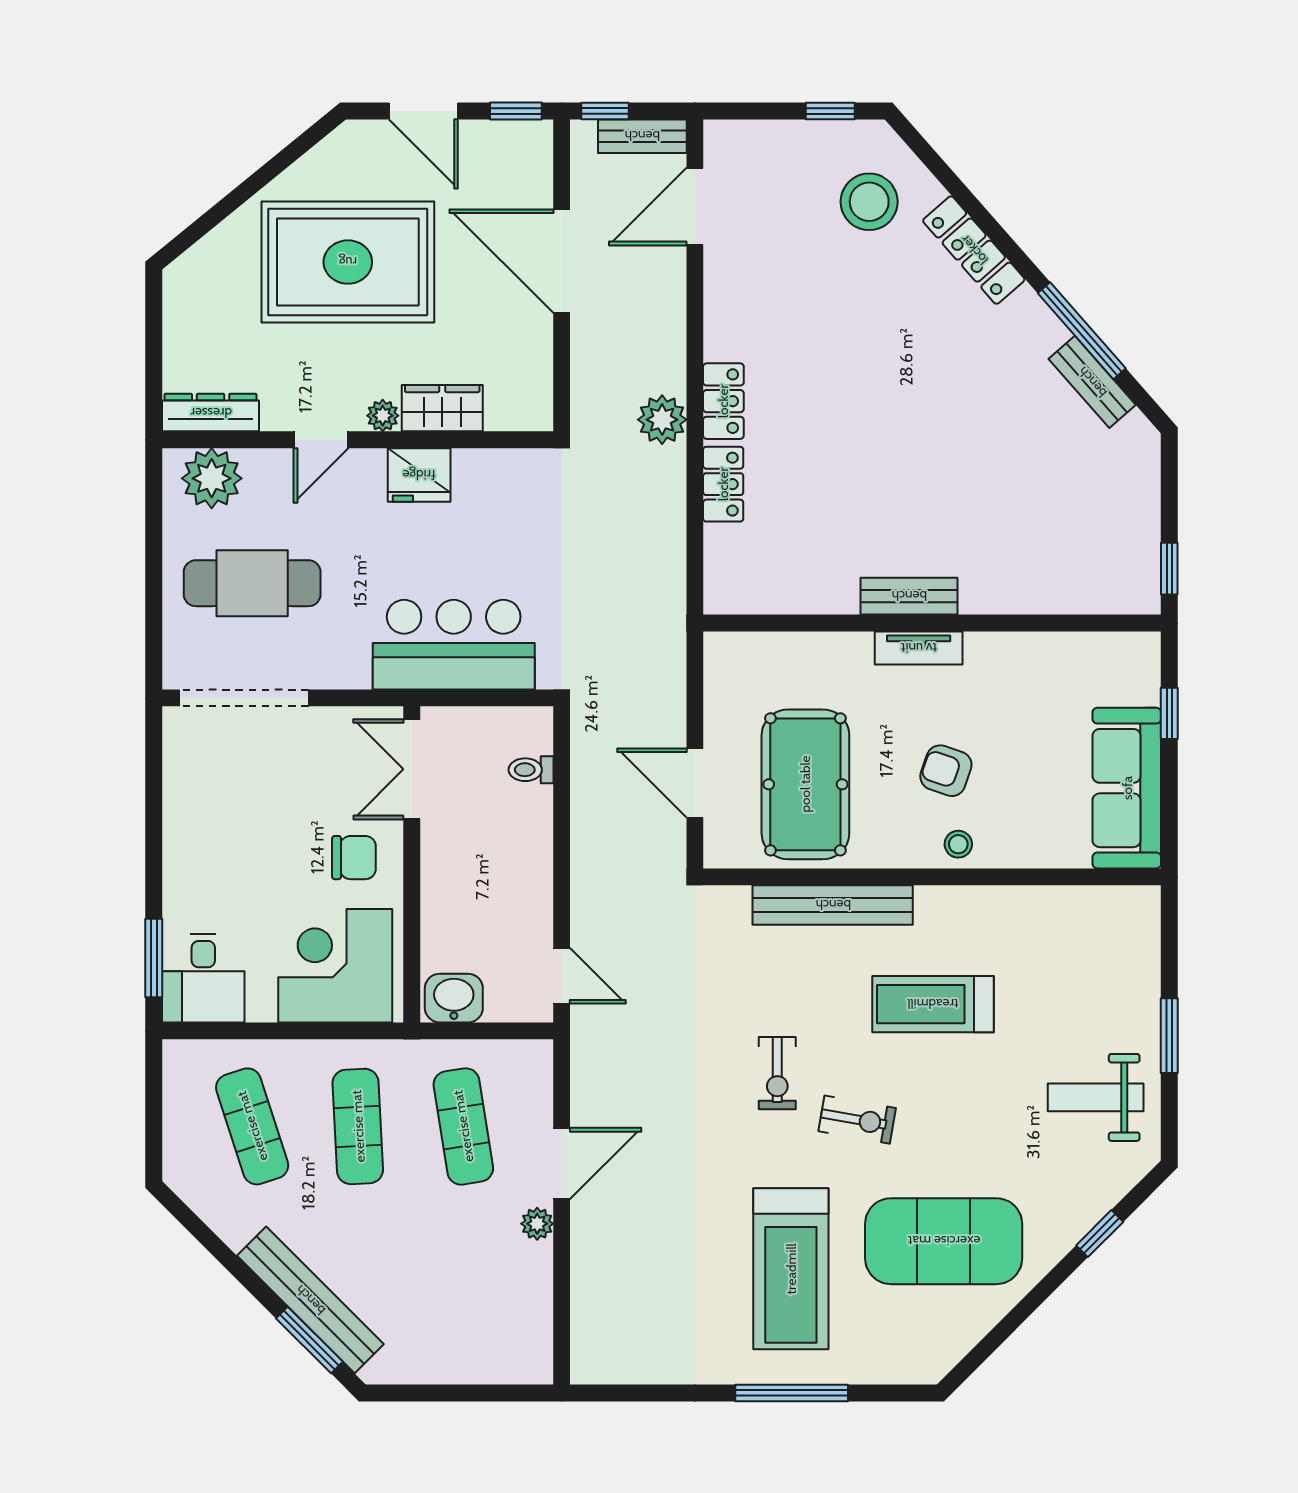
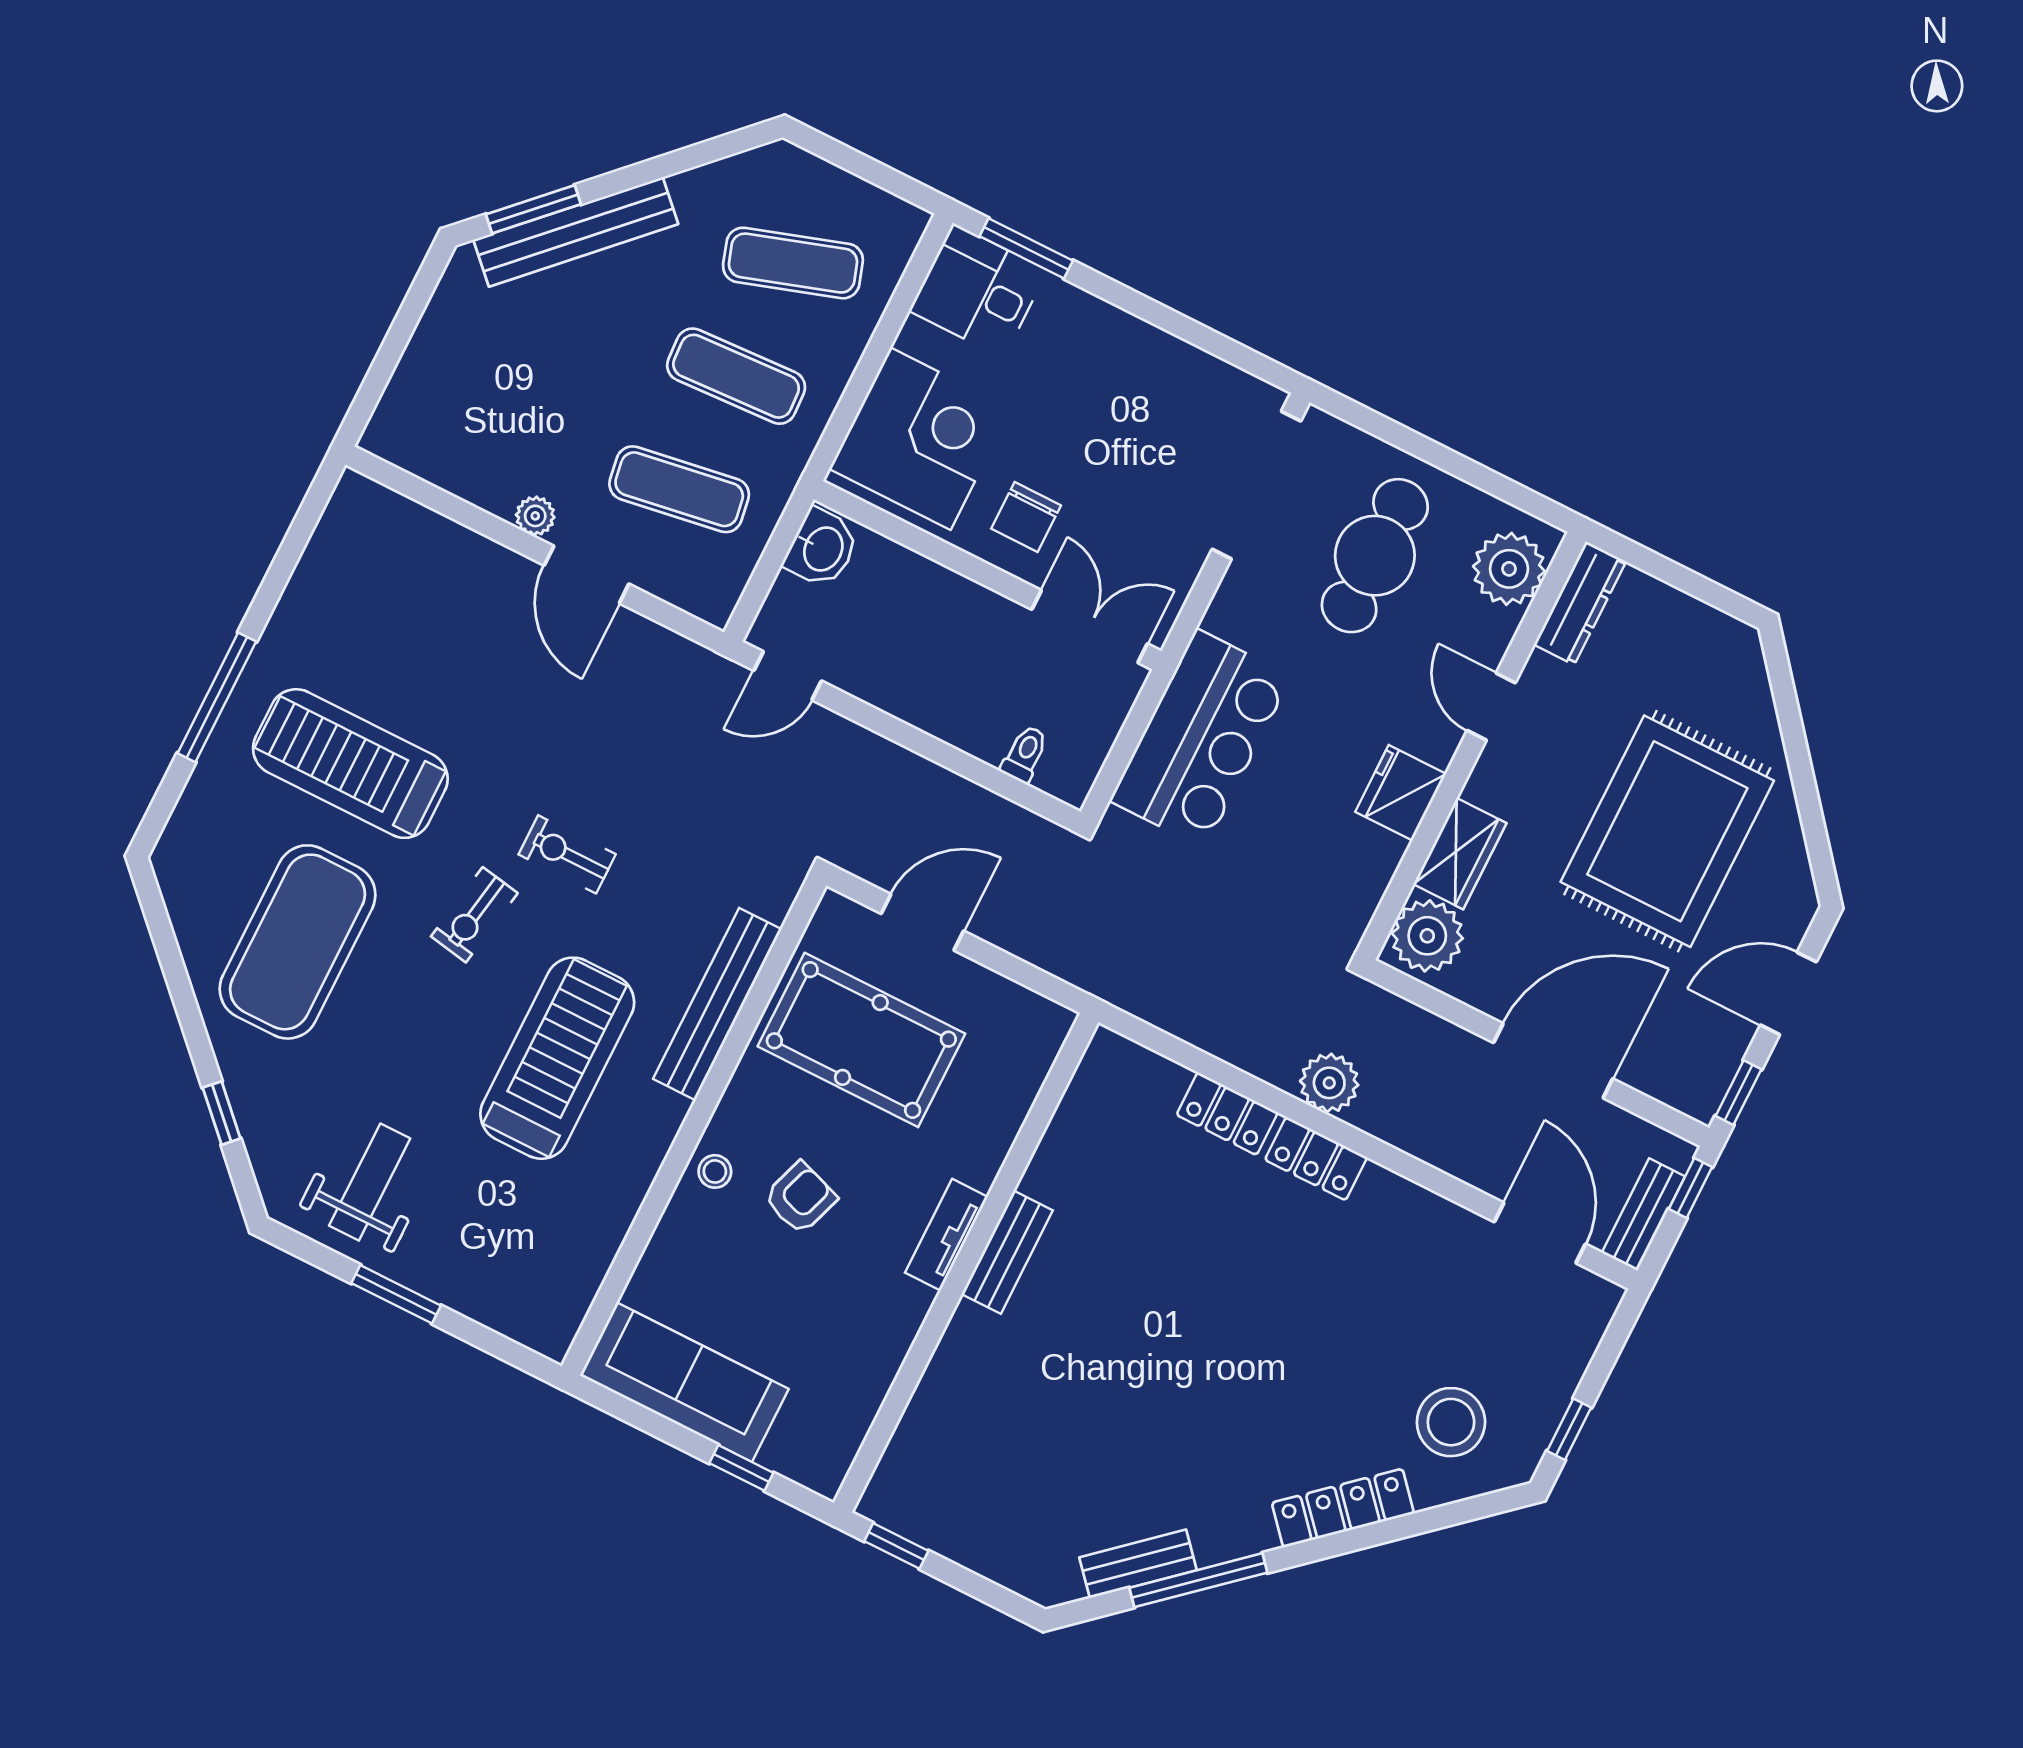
plant: (383, 416) -> (1427, 936), moved, width x1.88, depth x1.88
treadmill: (933, 1004) -> (557, 1058), width x1.37, depth x1.38

